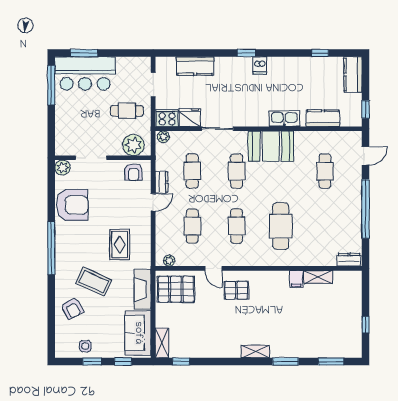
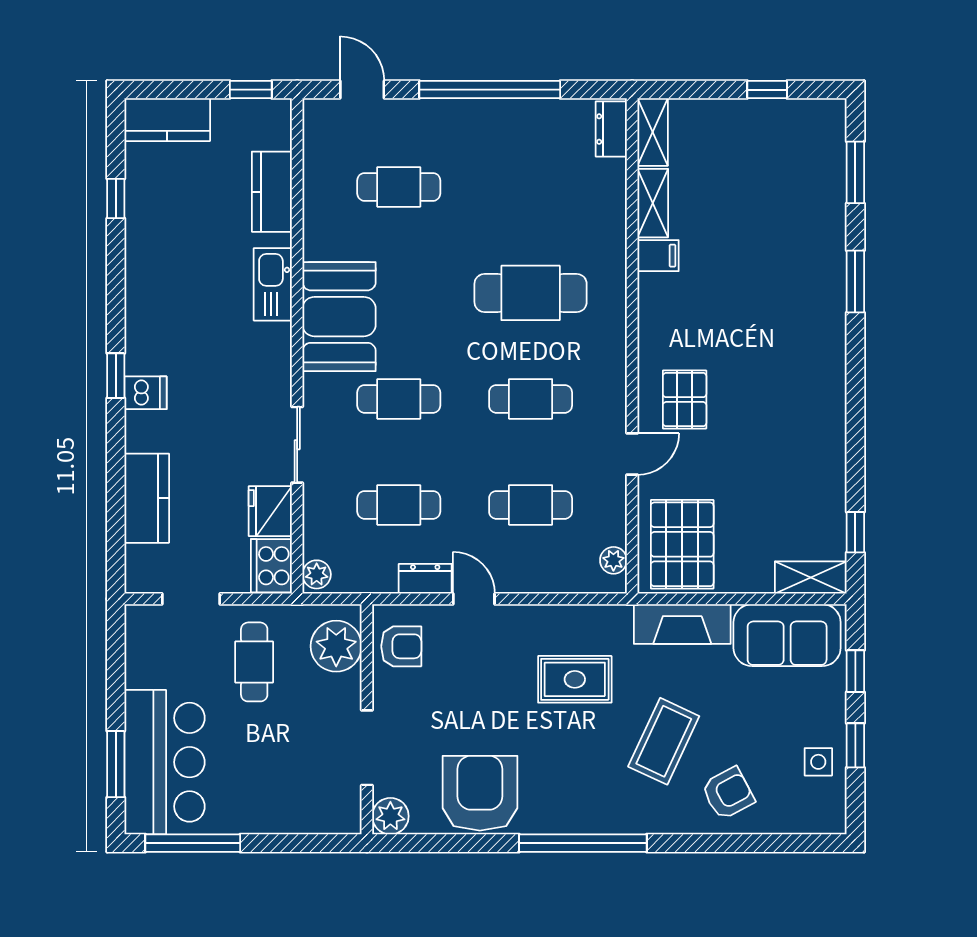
dishwasher: (260, 66) -> (146, 393), moved
shelving: (255, 352) -> (653, 132), moved

